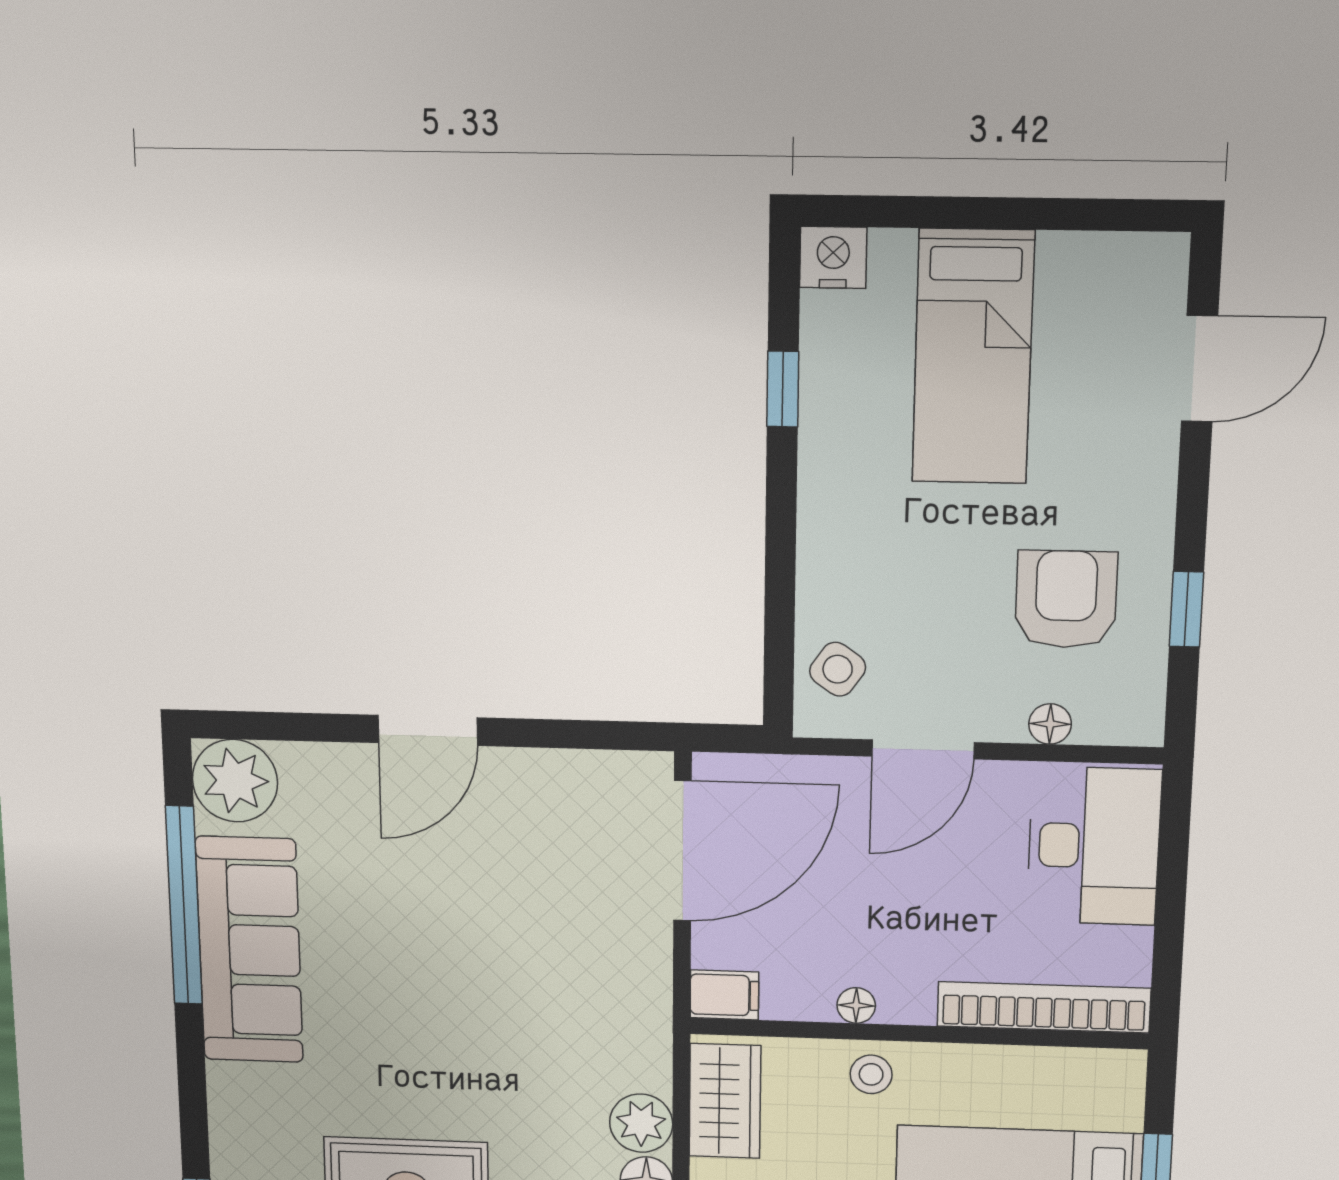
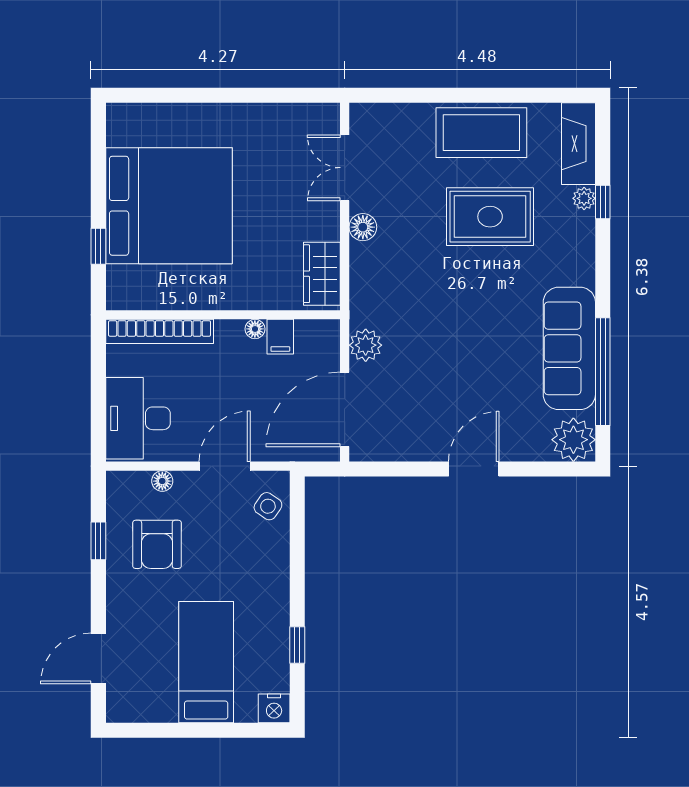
filing cabinet: (724, 995) -> (280, 337), moved, turned -90
stool: (871, 1074) -> (247, 291), removed
plant: (641, 1123) -> (366, 345), moved

